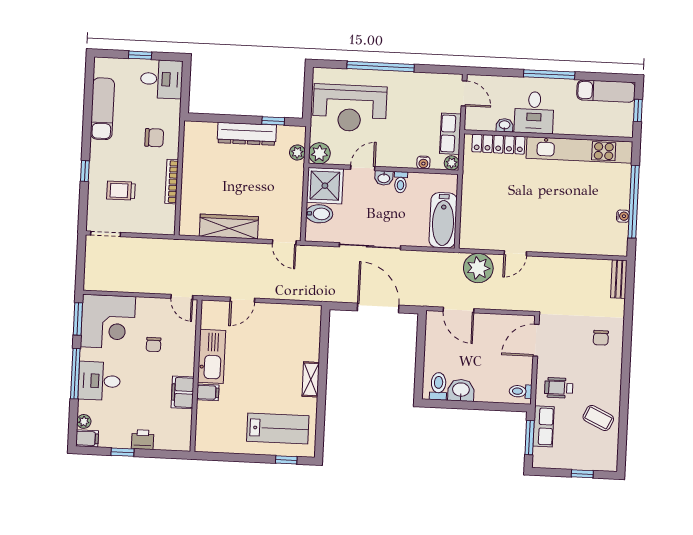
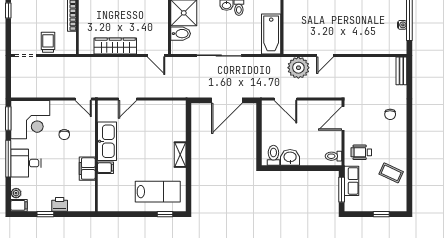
trolley: (121, 191) -> (48, 42), moved, turned 90
door: (378, 308) -> (227, 100), swing flipped

